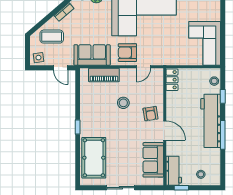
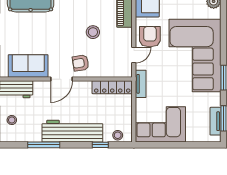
tv unit: (169, 61) -> (141, 84), added
door: (144, 67) -> (134, 55), swing flipped
locker: (172, 80) -> (112, 87), width x1.53
window: (223, 135) -> (44, 145), moved

